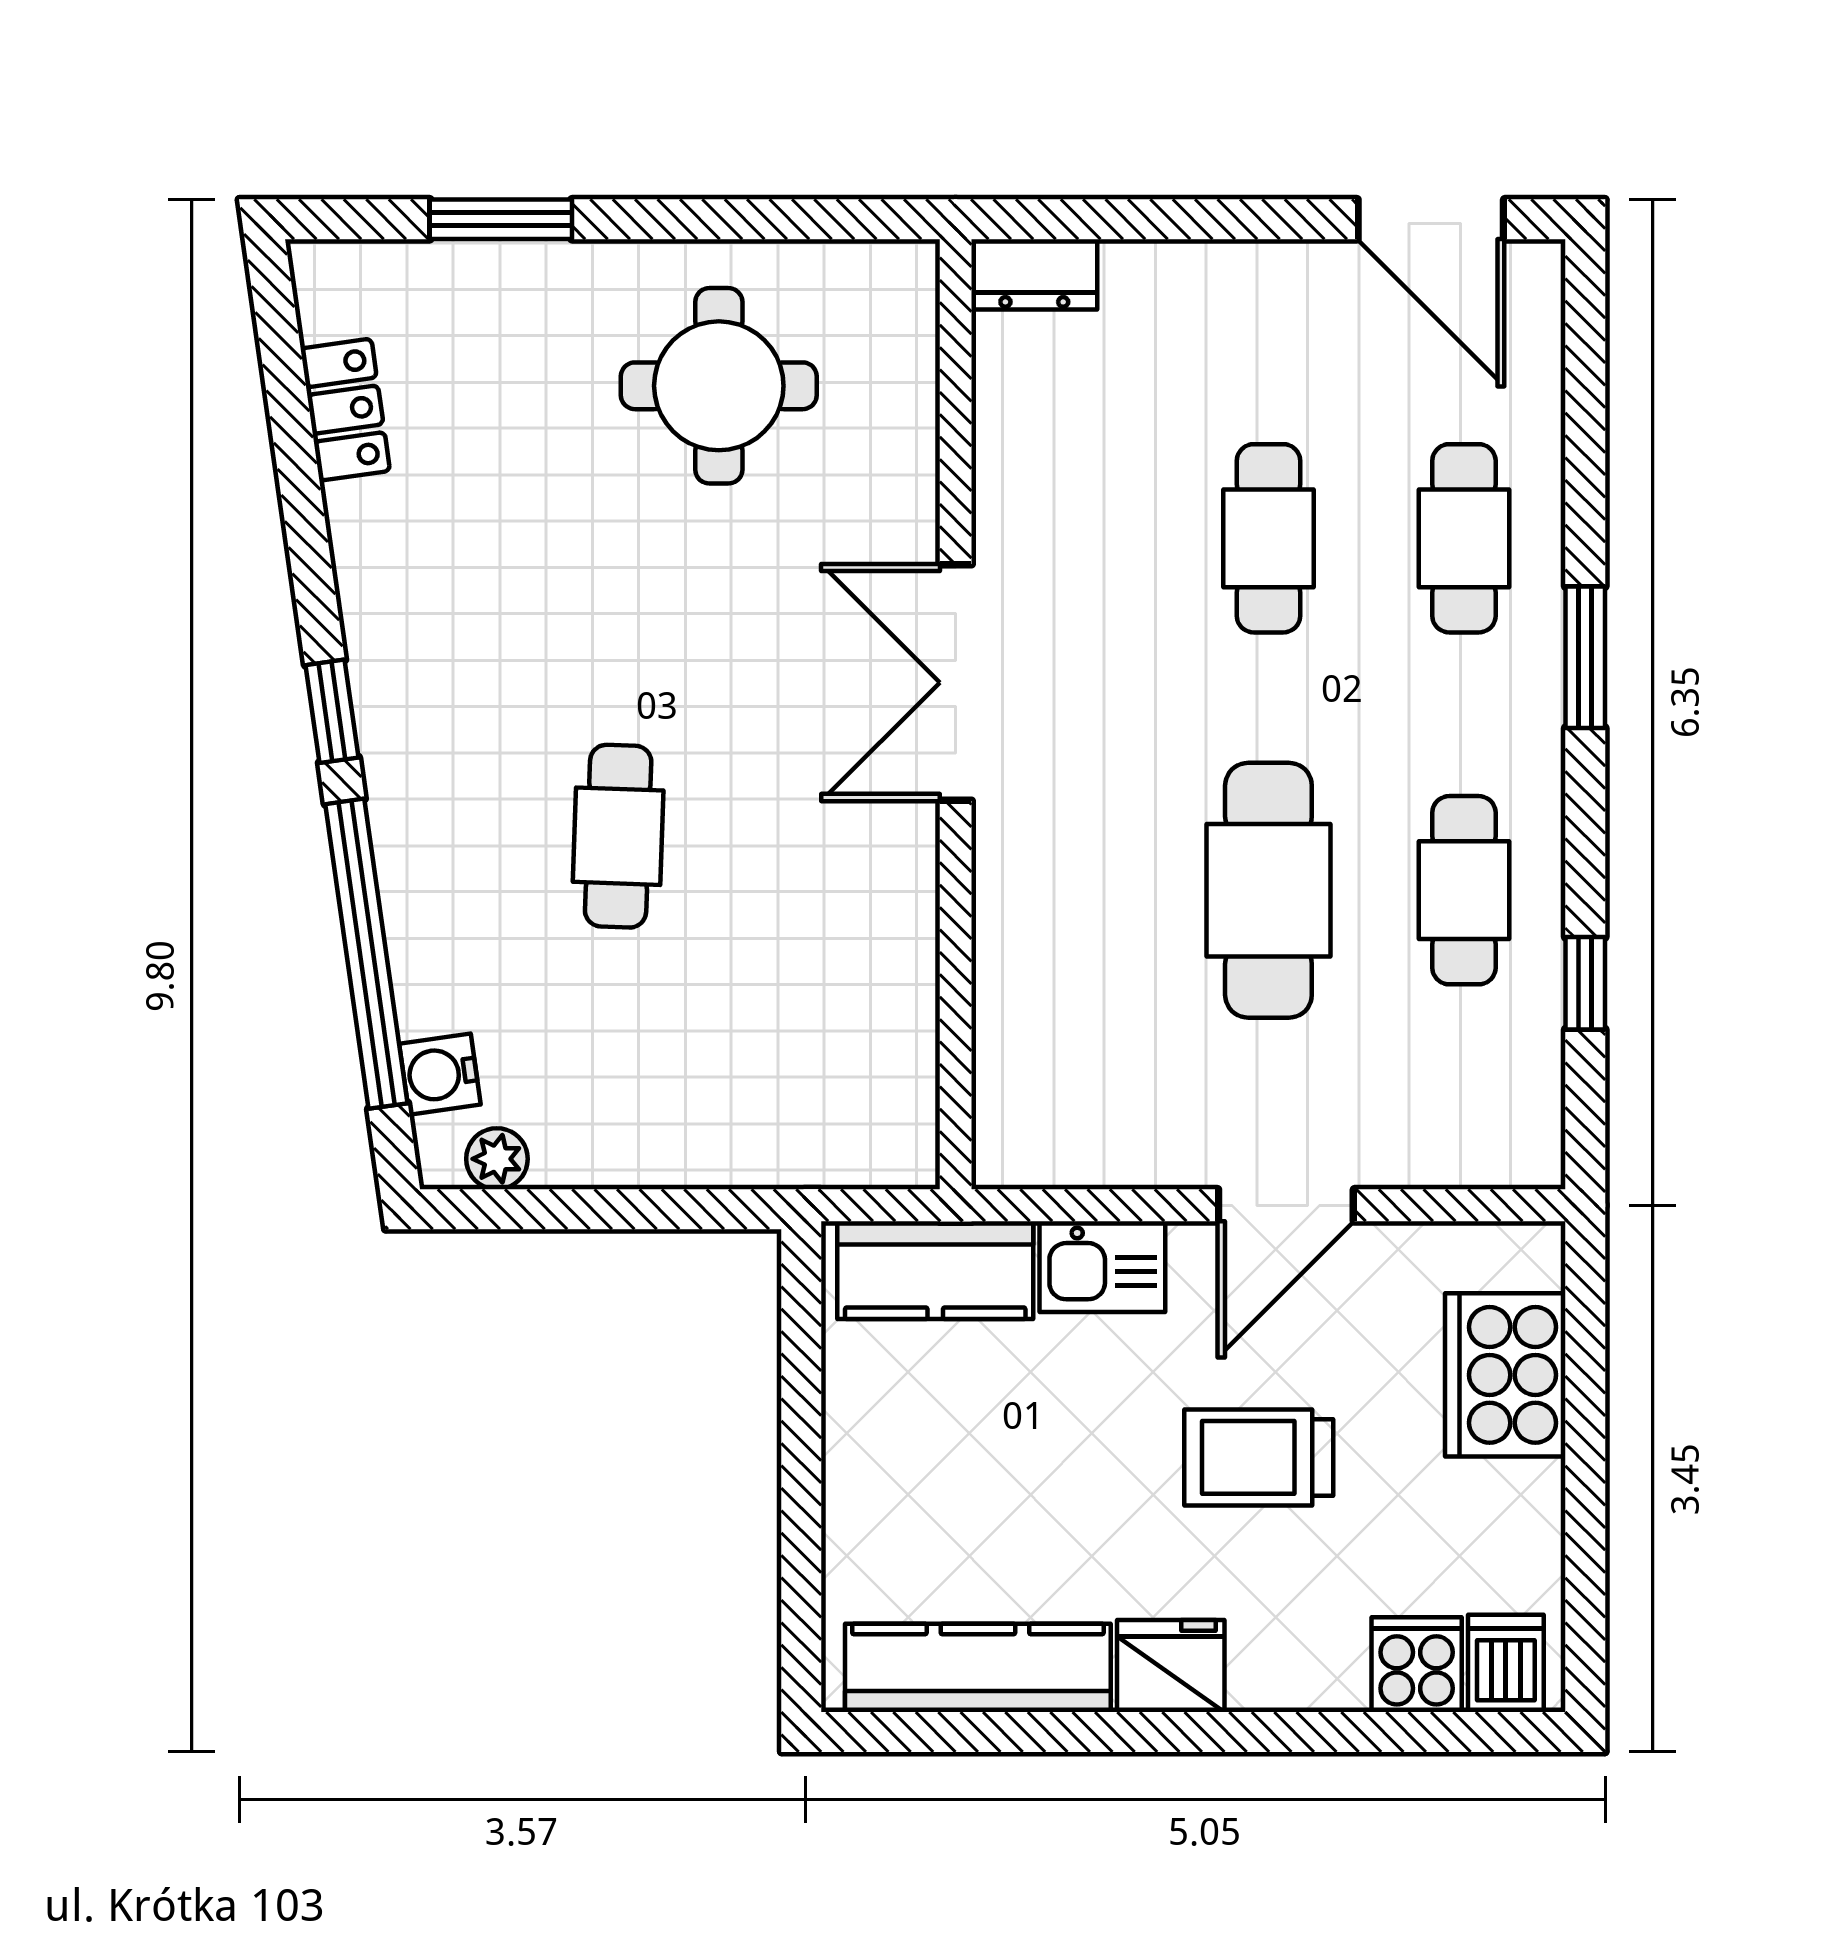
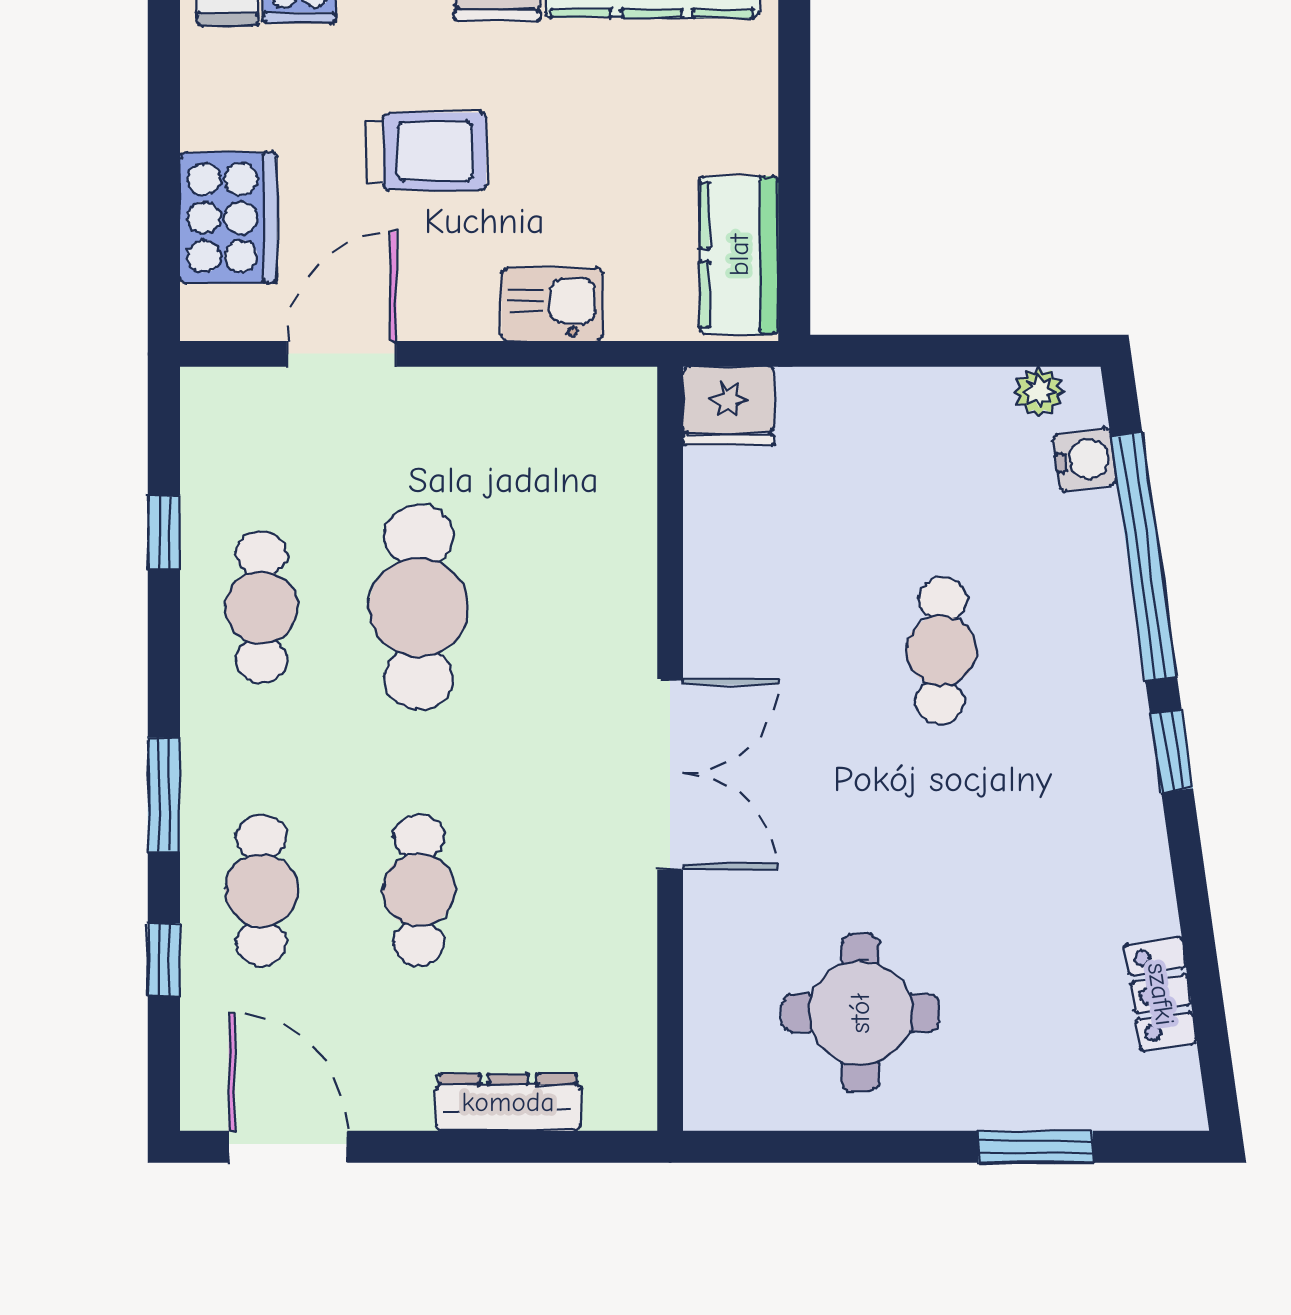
dresser: (1034, 274) -> (508, 1102), moved, width x1.44
window: (1585, 452) -> (164, 959), added
fridge: (883, 1141) -> (728, 406), added
door: (1286, 1205) -> (341, 354), moved
kitchen counter: (935, 1270) -> (739, 255), moved, turned -90

